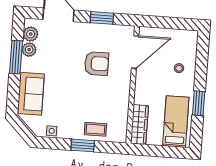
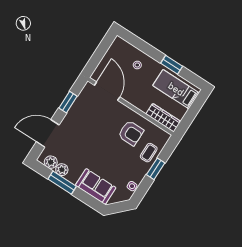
armchair: (97, 64) -> (131, 133), moved, turned 90

